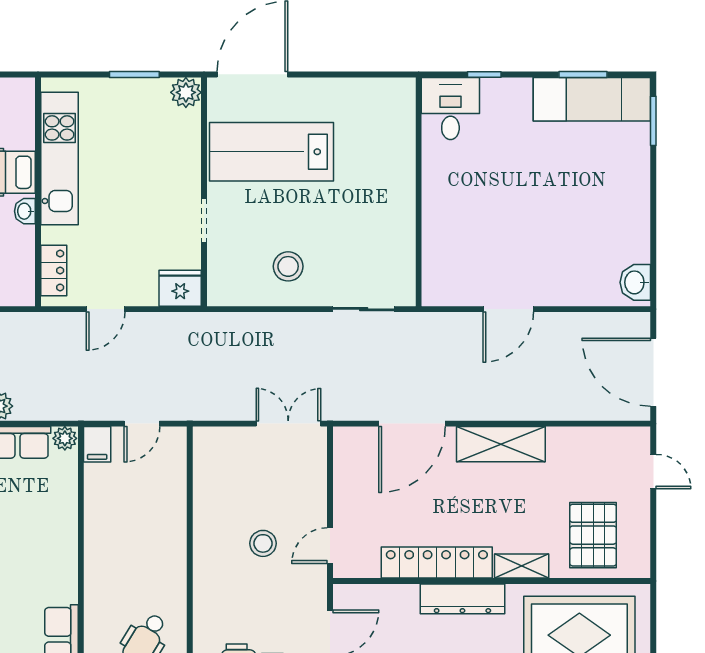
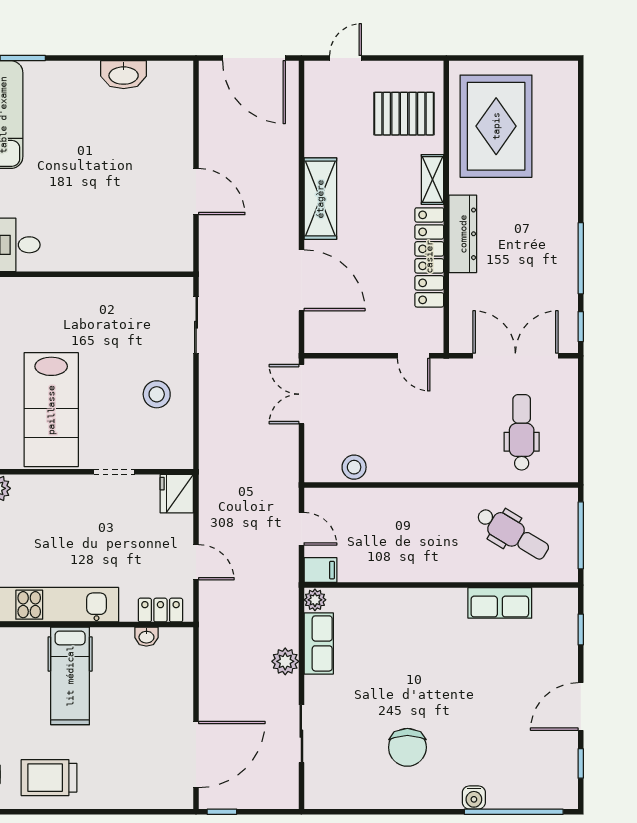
washbasin: (25, 211) -> (146, 637), moved
washbasin: (635, 282) -> (124, 75), moved, width x1.38
door: (653, 372) -> (254, 58), hinge flipped
stool: (263, 543) -> (354, 467), moved

